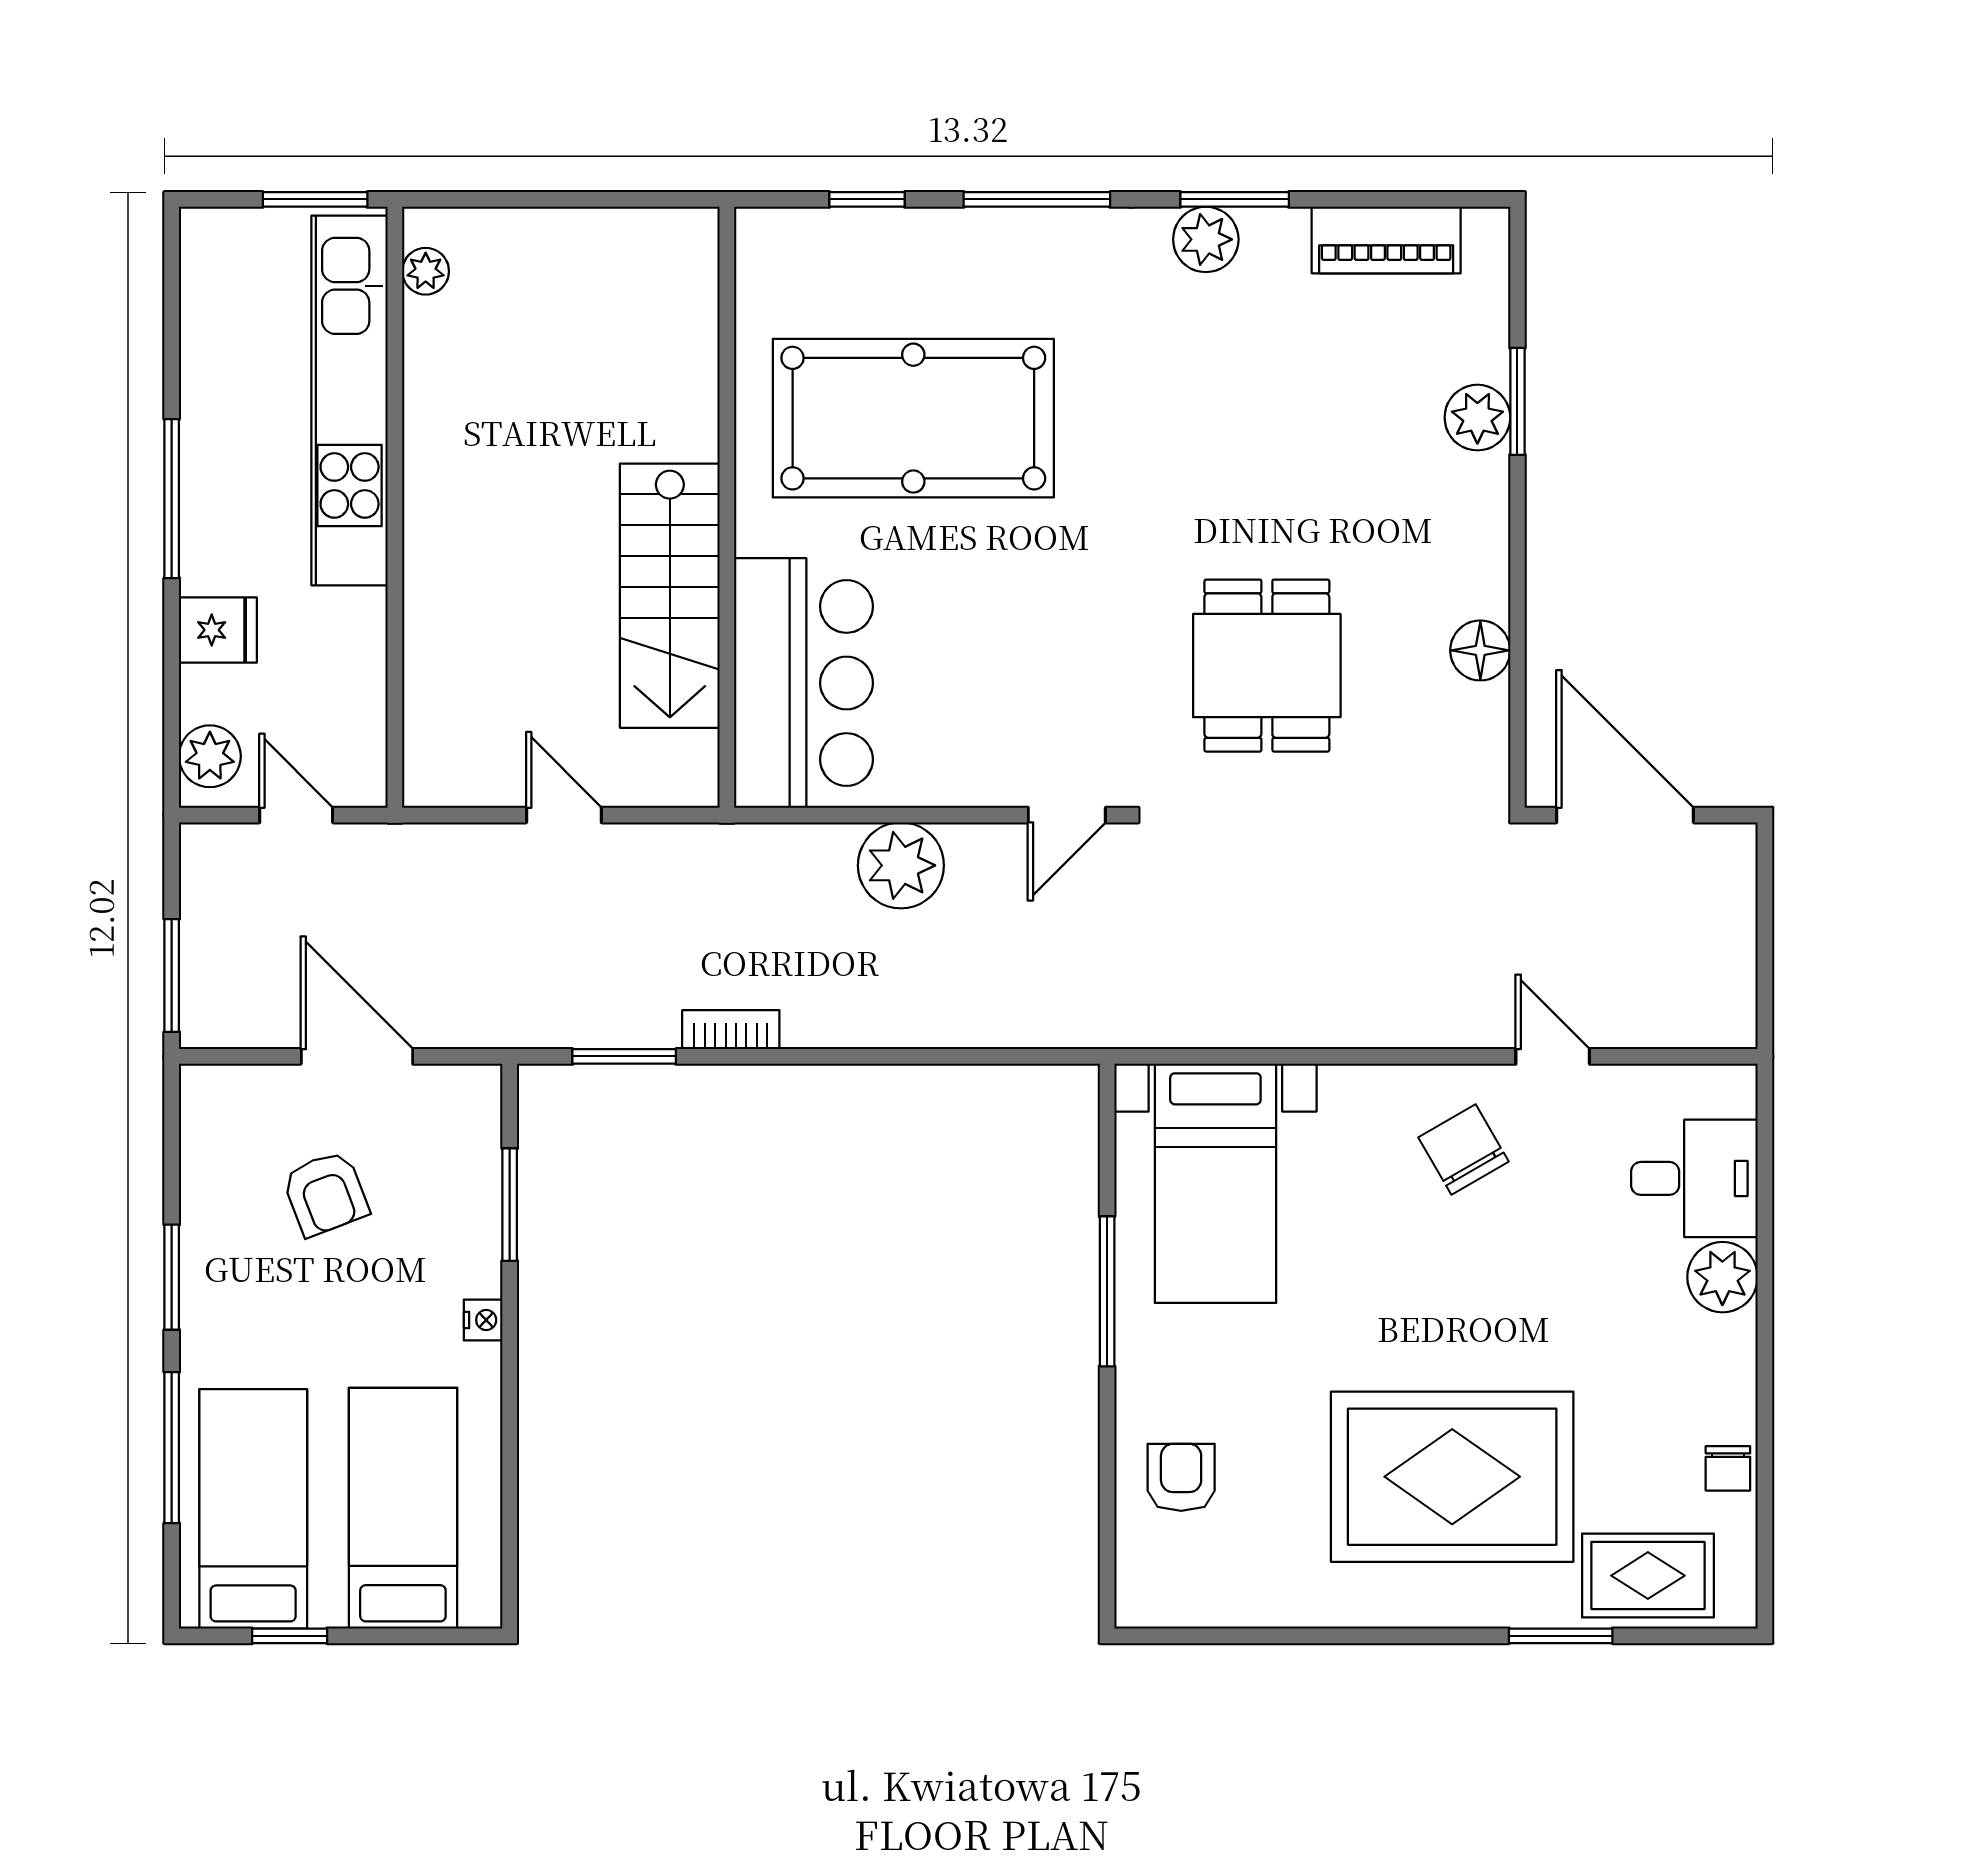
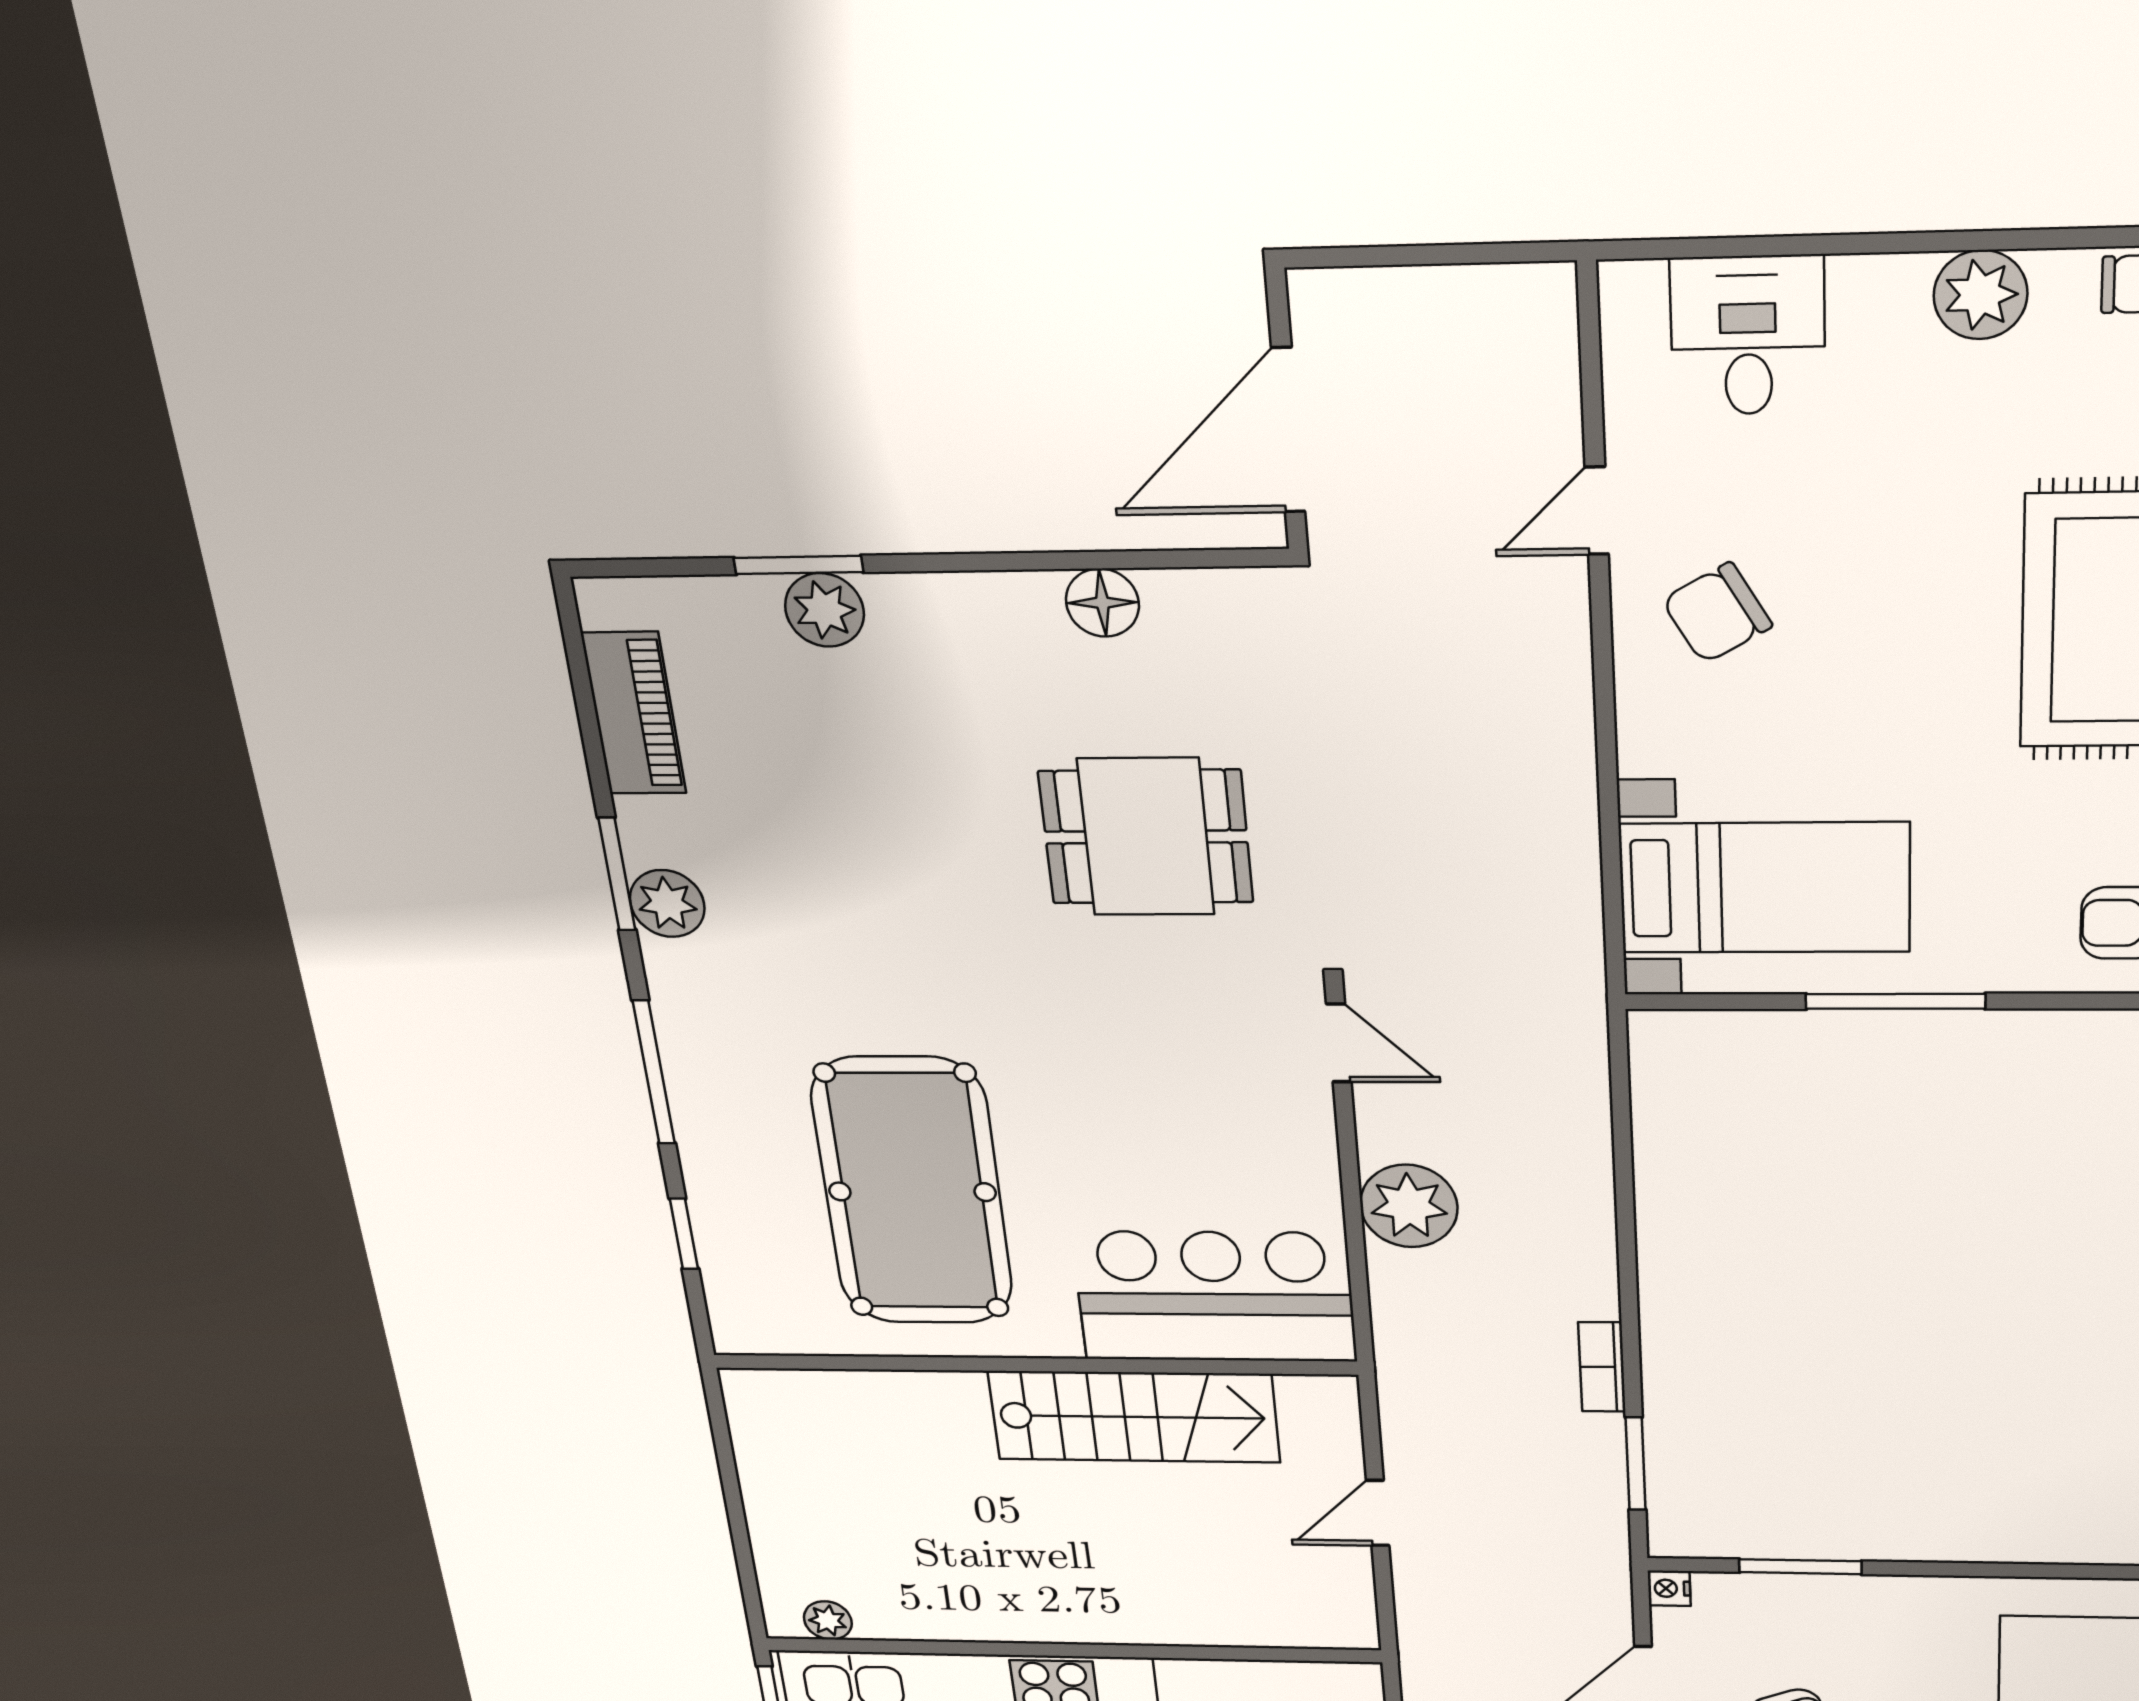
plant: (1722, 1277) -> (1981, 295), moved
nightstand: (483, 1320) -> (1669, 1588), moved, turned -90

